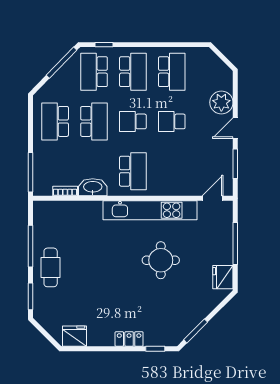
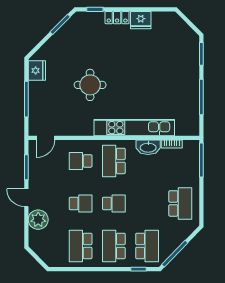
school desk: (94, 121) -> (81, 161), moved, width x0.54
door: (235, 128) -> (26, 198), swing flipped
kitchen unit: (150, 210) -> (134, 128), moved
cafe table: (51, 267) -> (184, 79), removed
fridge: (75, 336) -> (141, 20), moved

